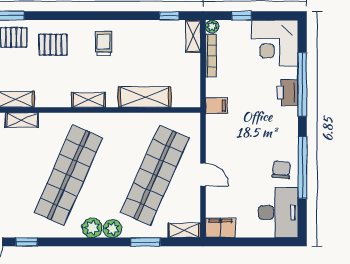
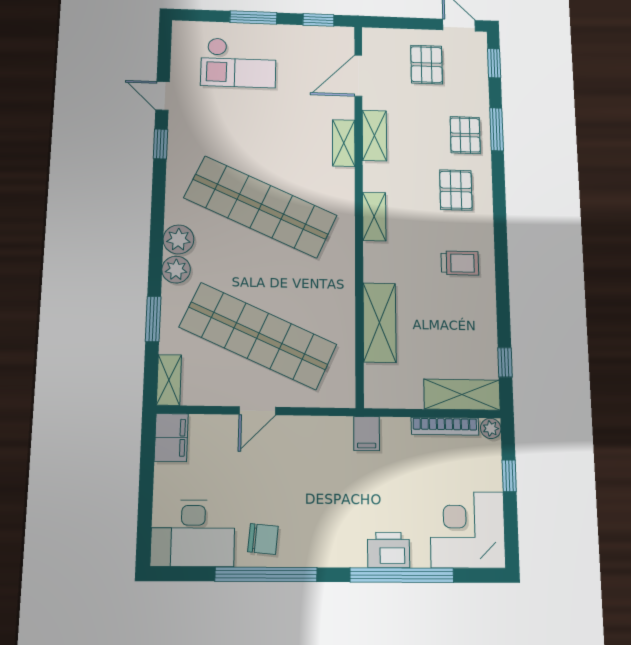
shelving: (193, 36) -> (462, 395), width x1.50, depth x1.33
shelving: (88, 100) -> (374, 216), moved

